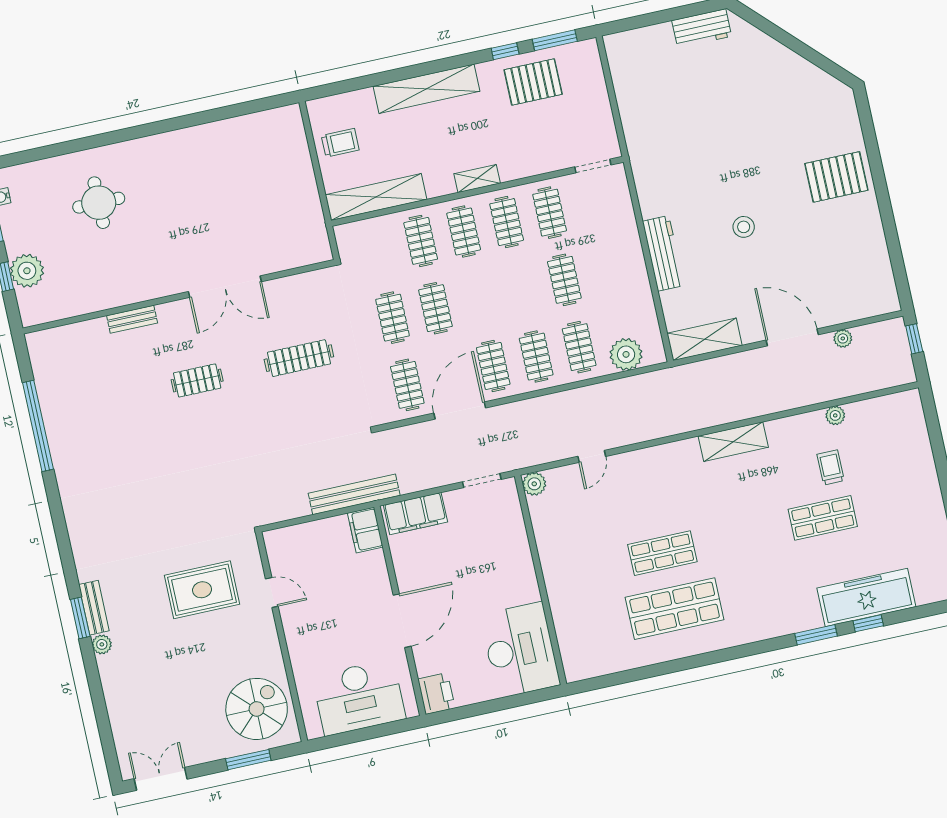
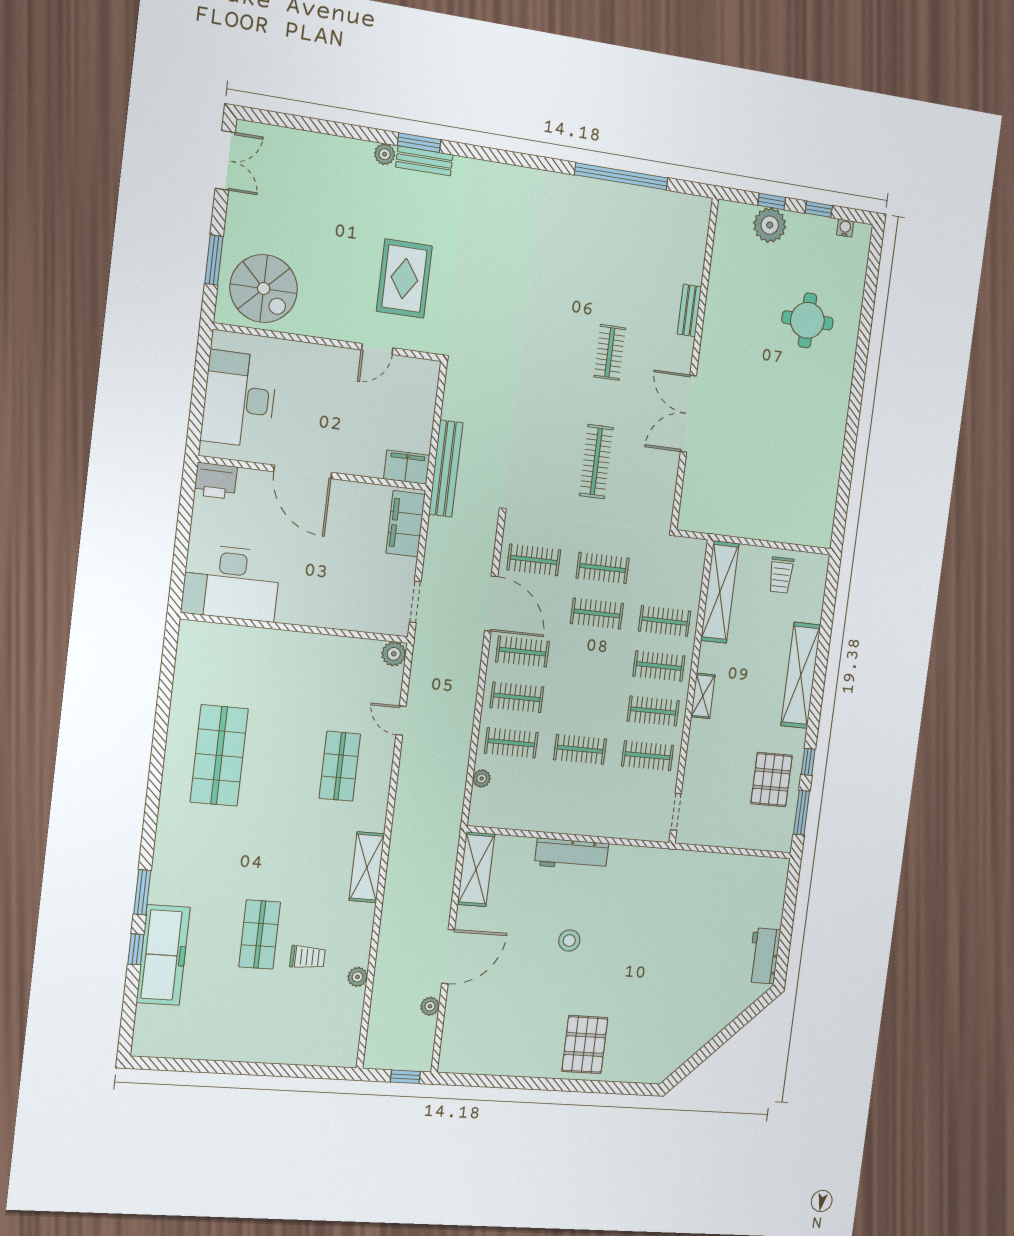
plant: (626, 354) -> (482, 778), width x0.53, depth x0.53
shop shelf: (662, 553) -> (340, 766), moved

